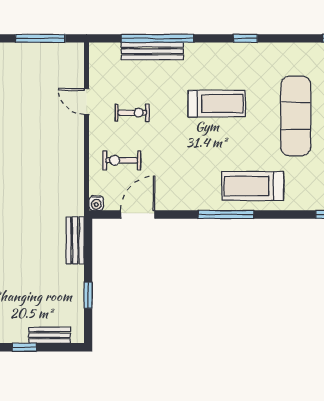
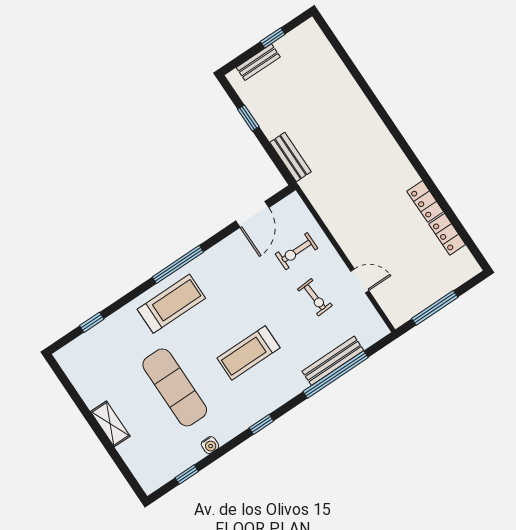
exercise bike: (132, 113) -> (315, 297), turned -94
exercise bike: (122, 160) -> (297, 251), turned 180
water cooler: (96, 203) -> (210, 445), moved, turned 180

